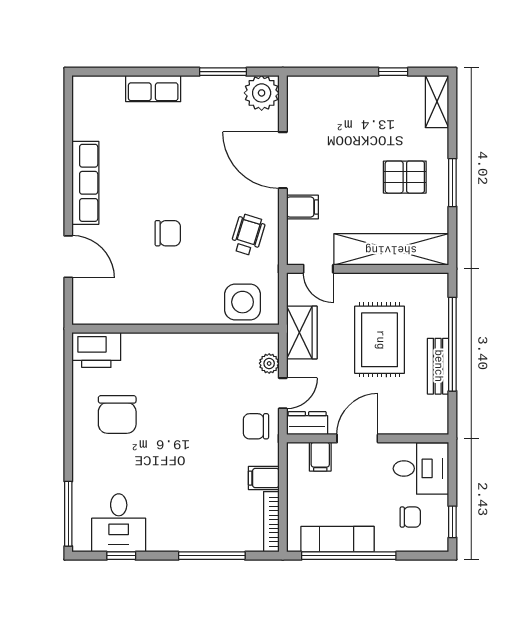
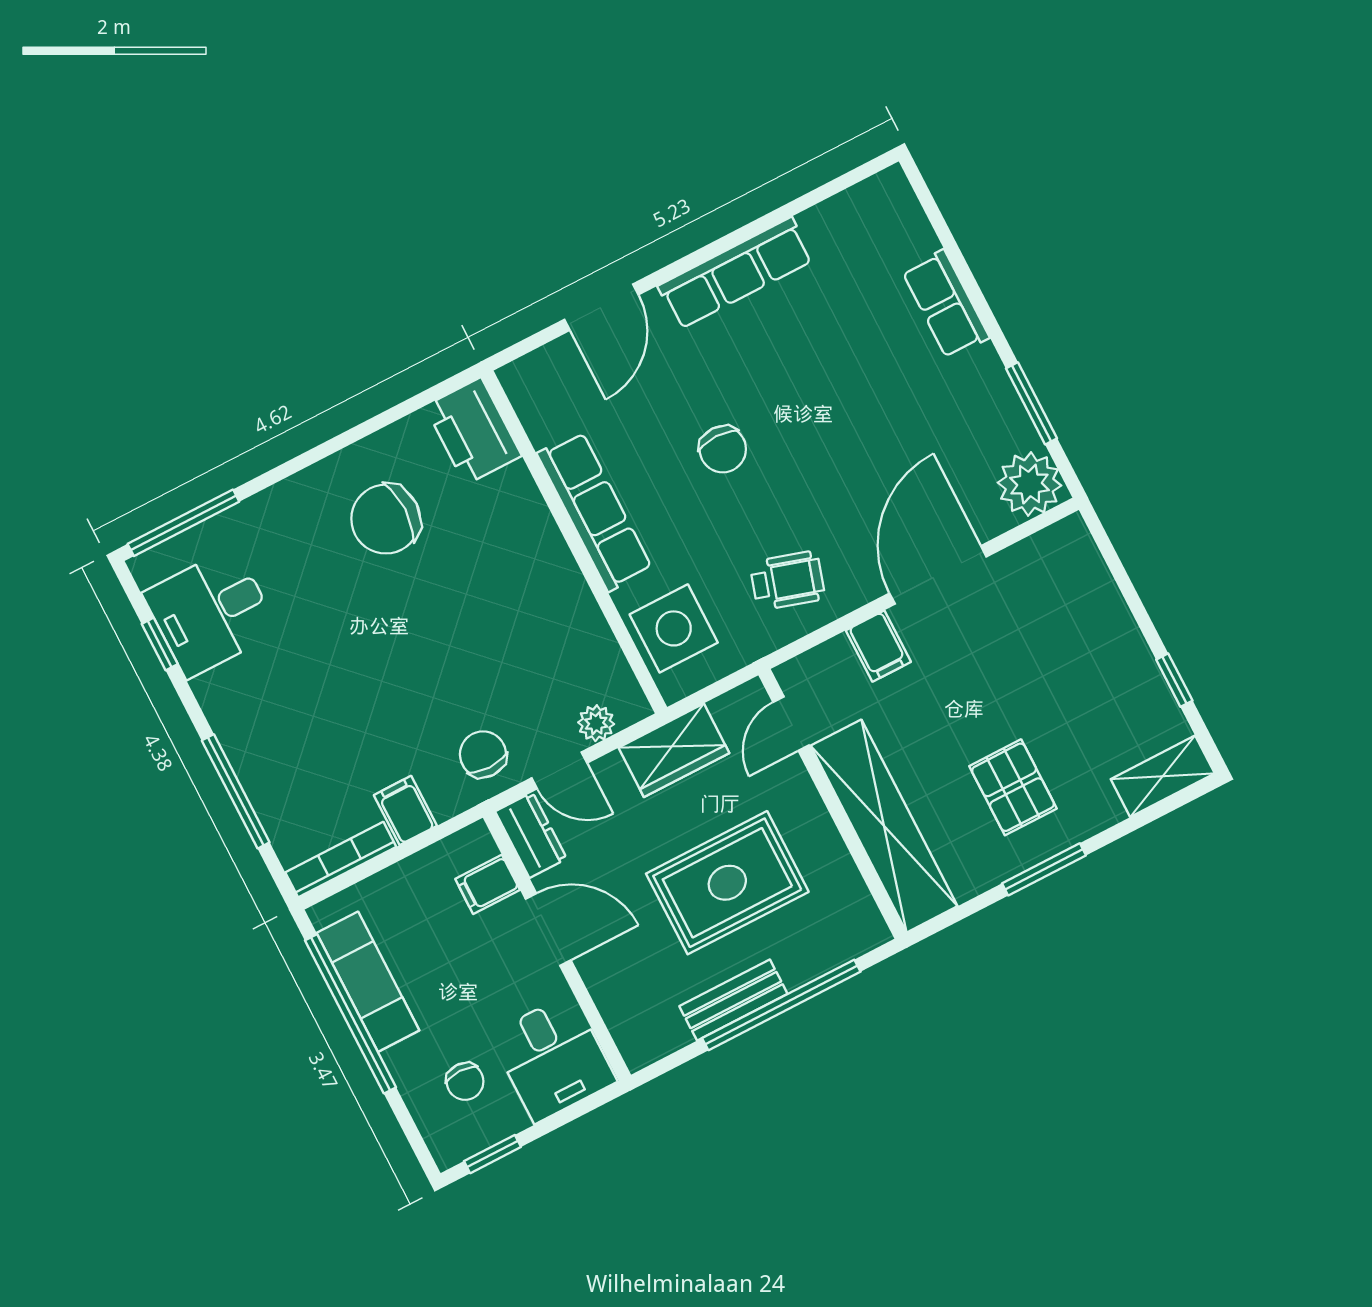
row of seats: (166, 311) -> (595, 511), added

